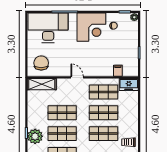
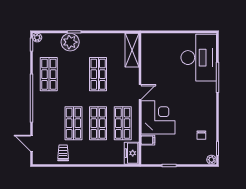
corner desk: (91, 27) -> (158, 117), moved, turned 180
chair: (41, 63) -> (157, 49), removed
shop shelf: (62, 134) -> (73, 74), removed

